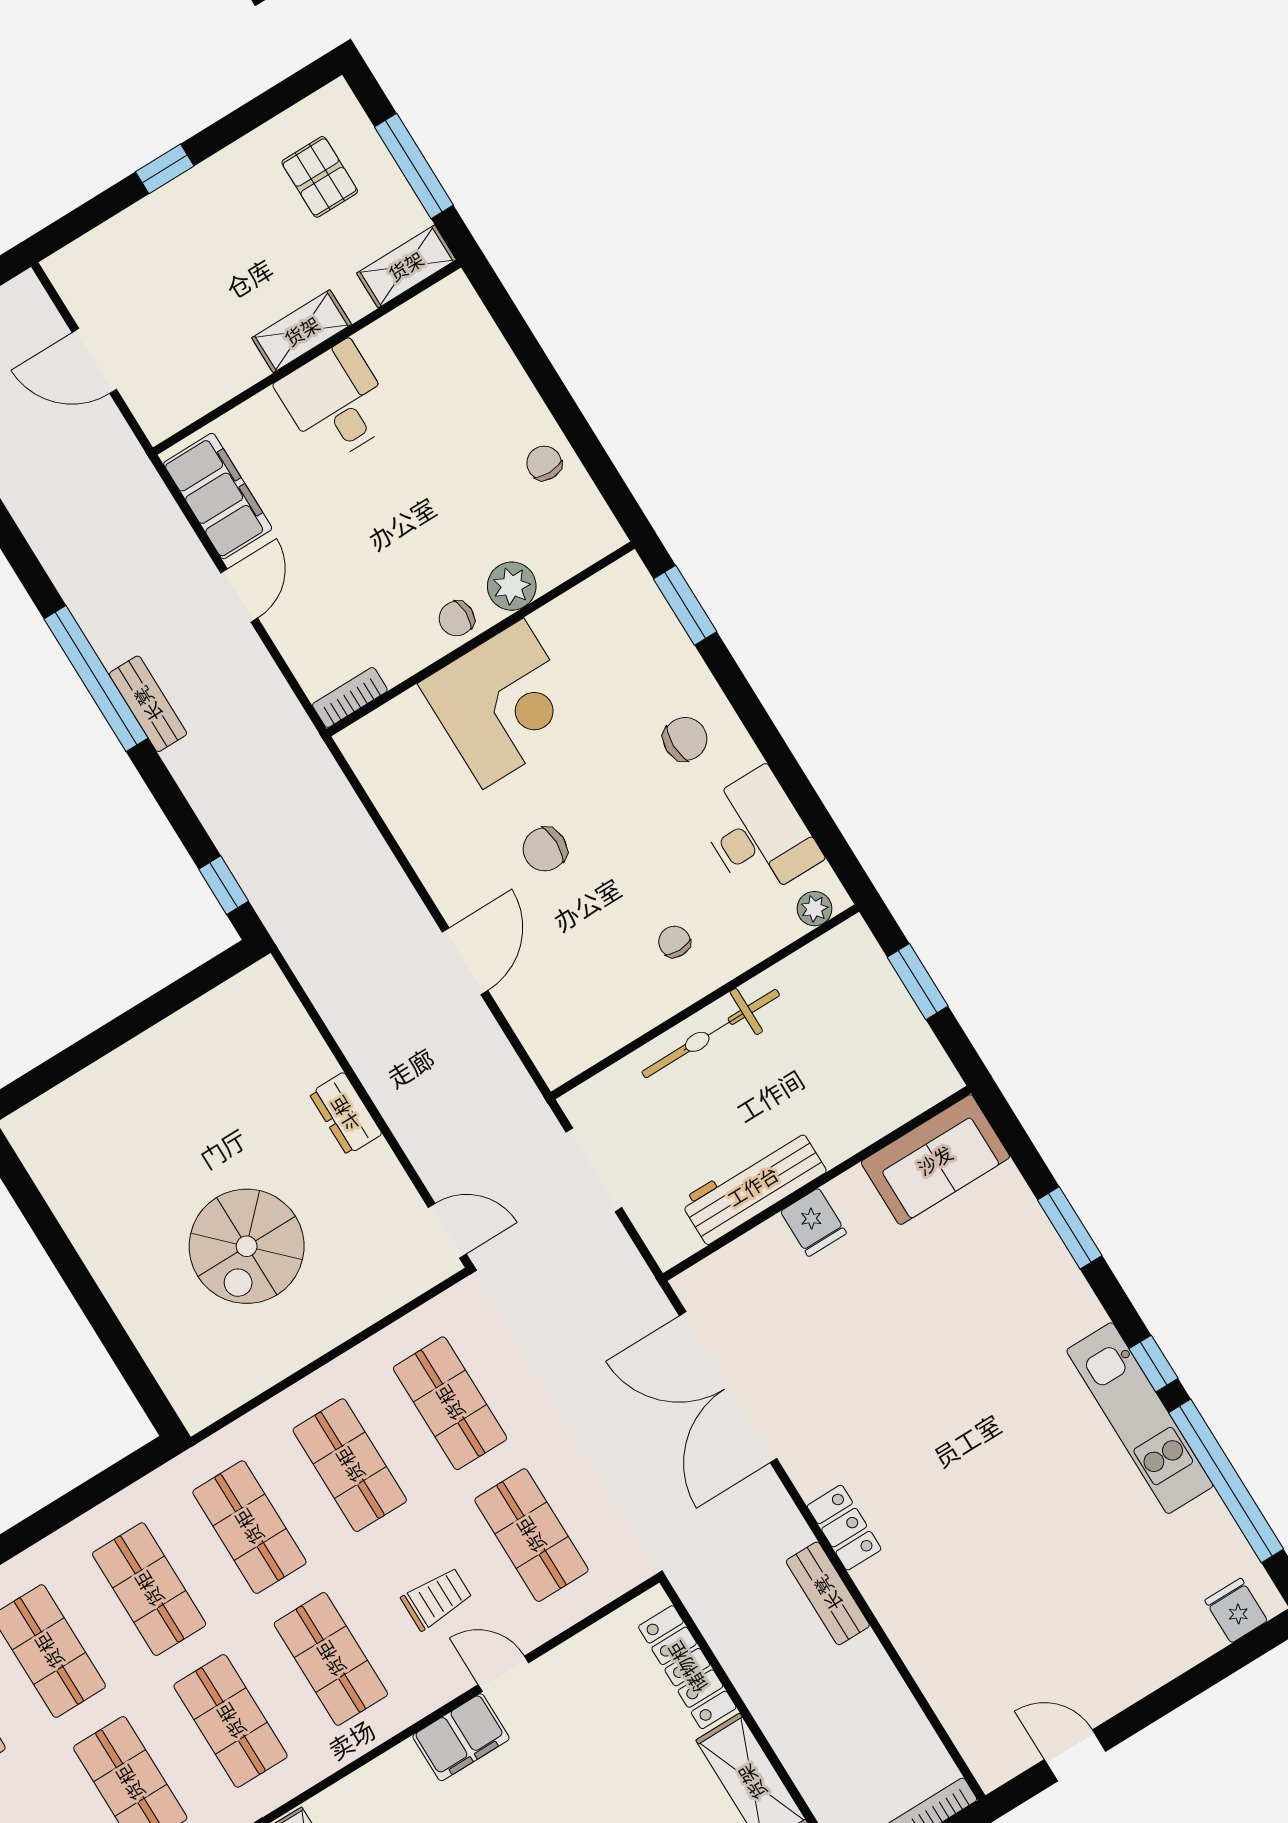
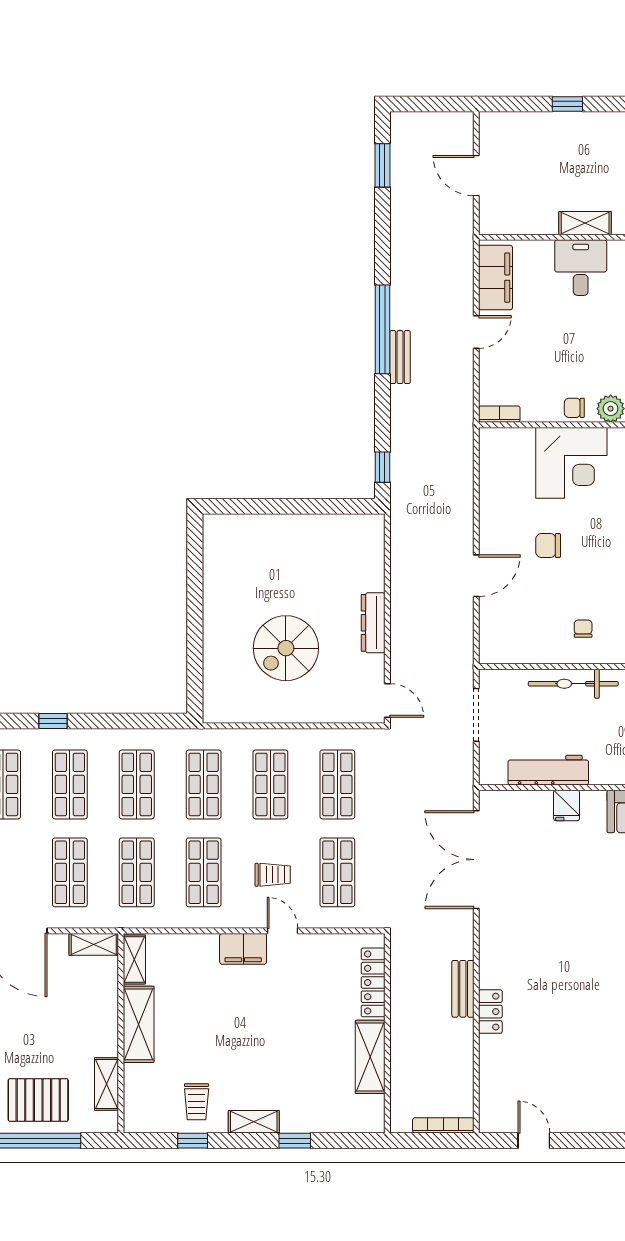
dresser: (345, 1114) -> (373, 623), width x1.44
locker: (844, 1528) -> (490, 1012), moved

